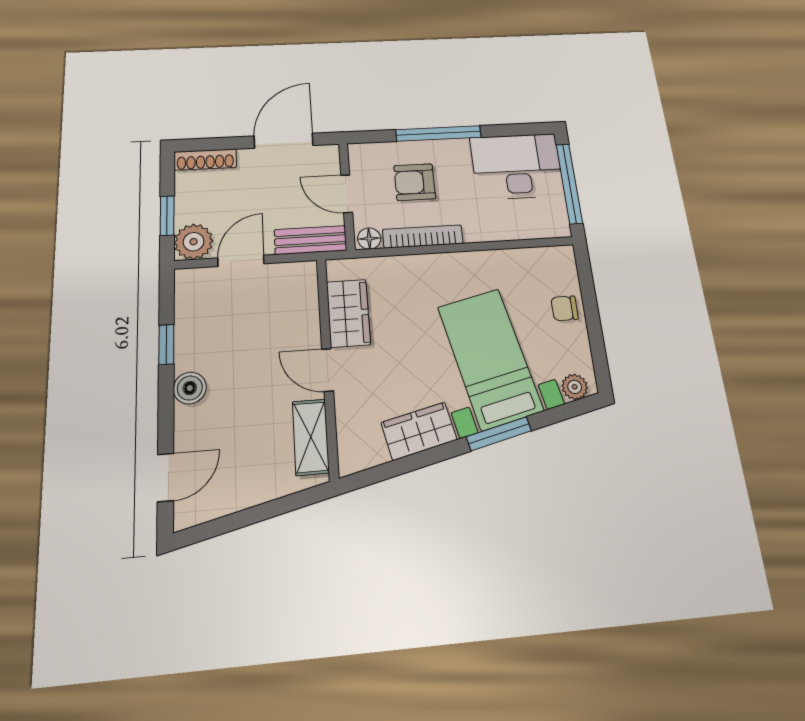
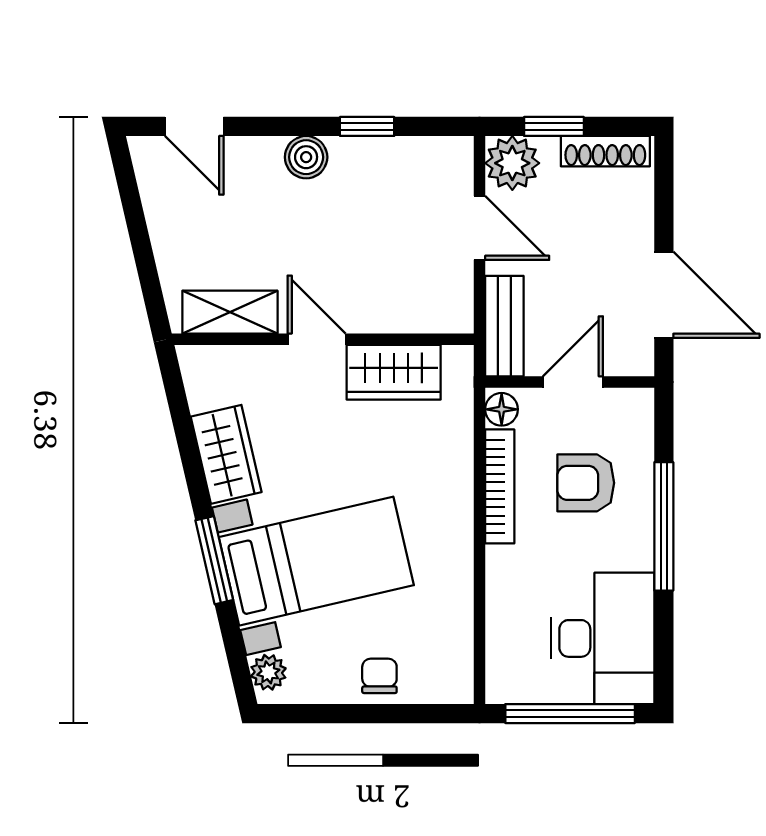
shoe rack: (205, 160) -> (605, 151), moved, turned -90
armchair: (415, 182) -> (586, 483), turned -90
door: (328, 370) -> (317, 339), hinge flipped

